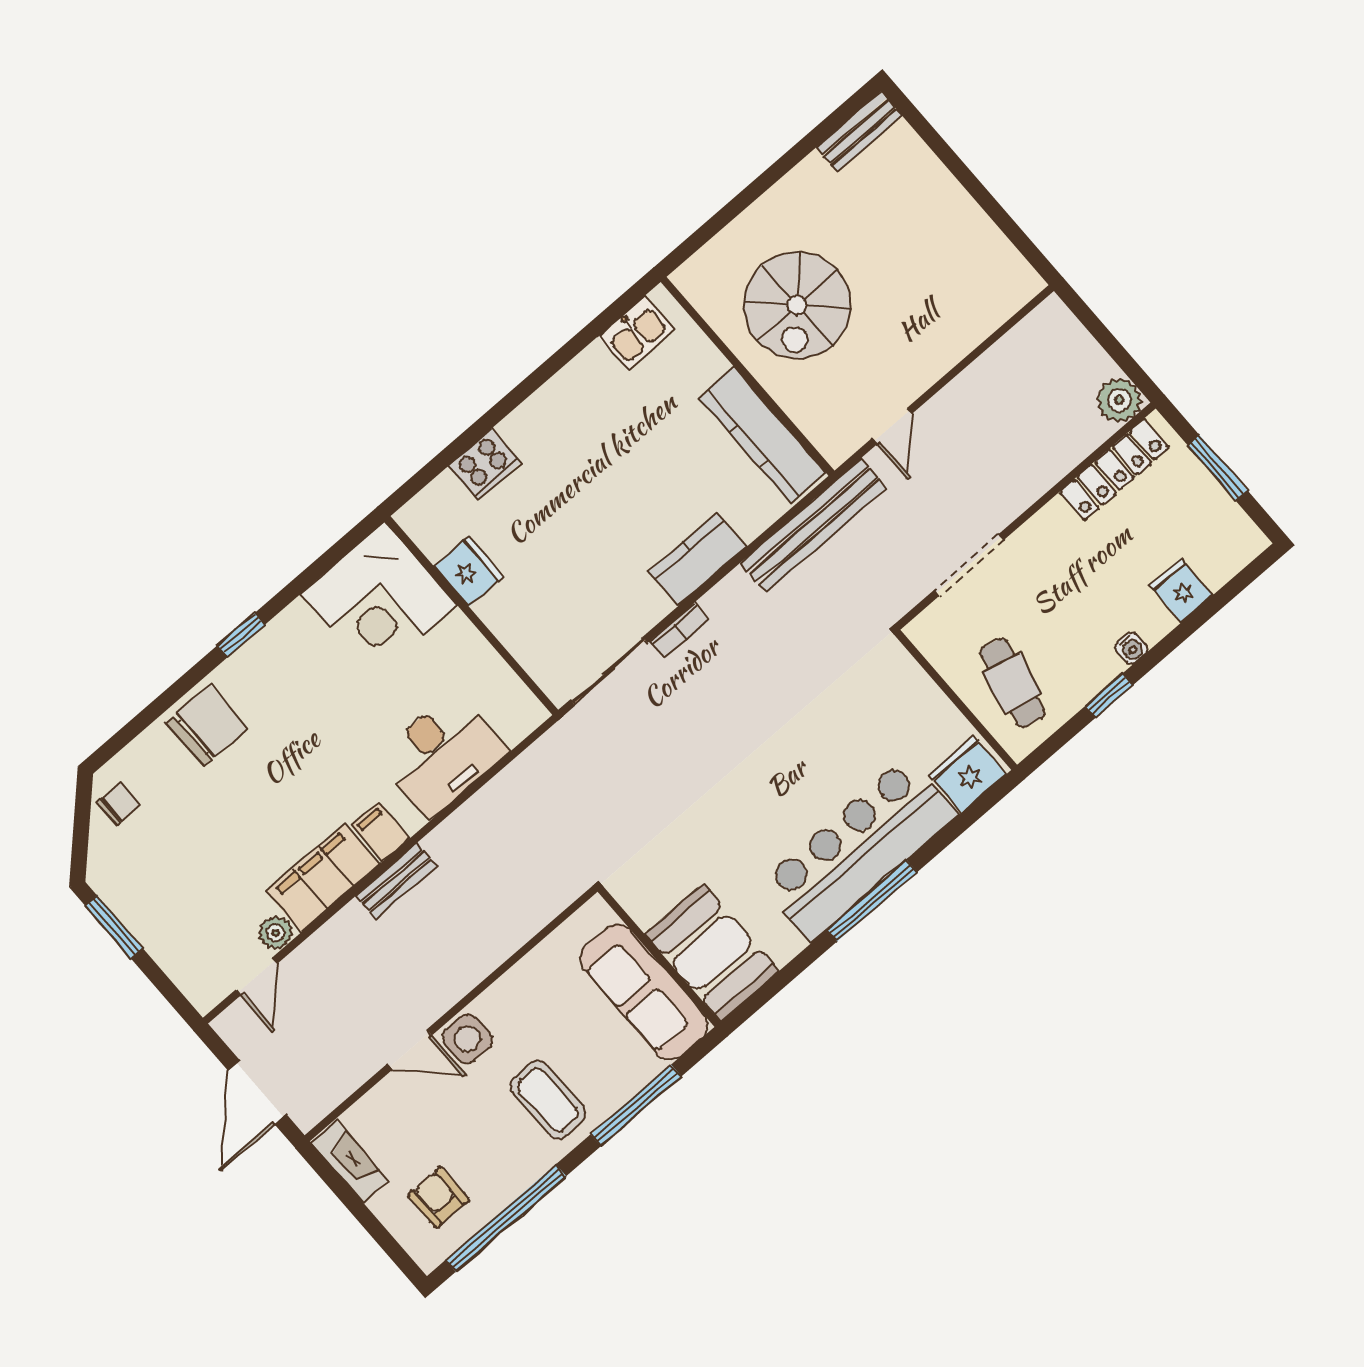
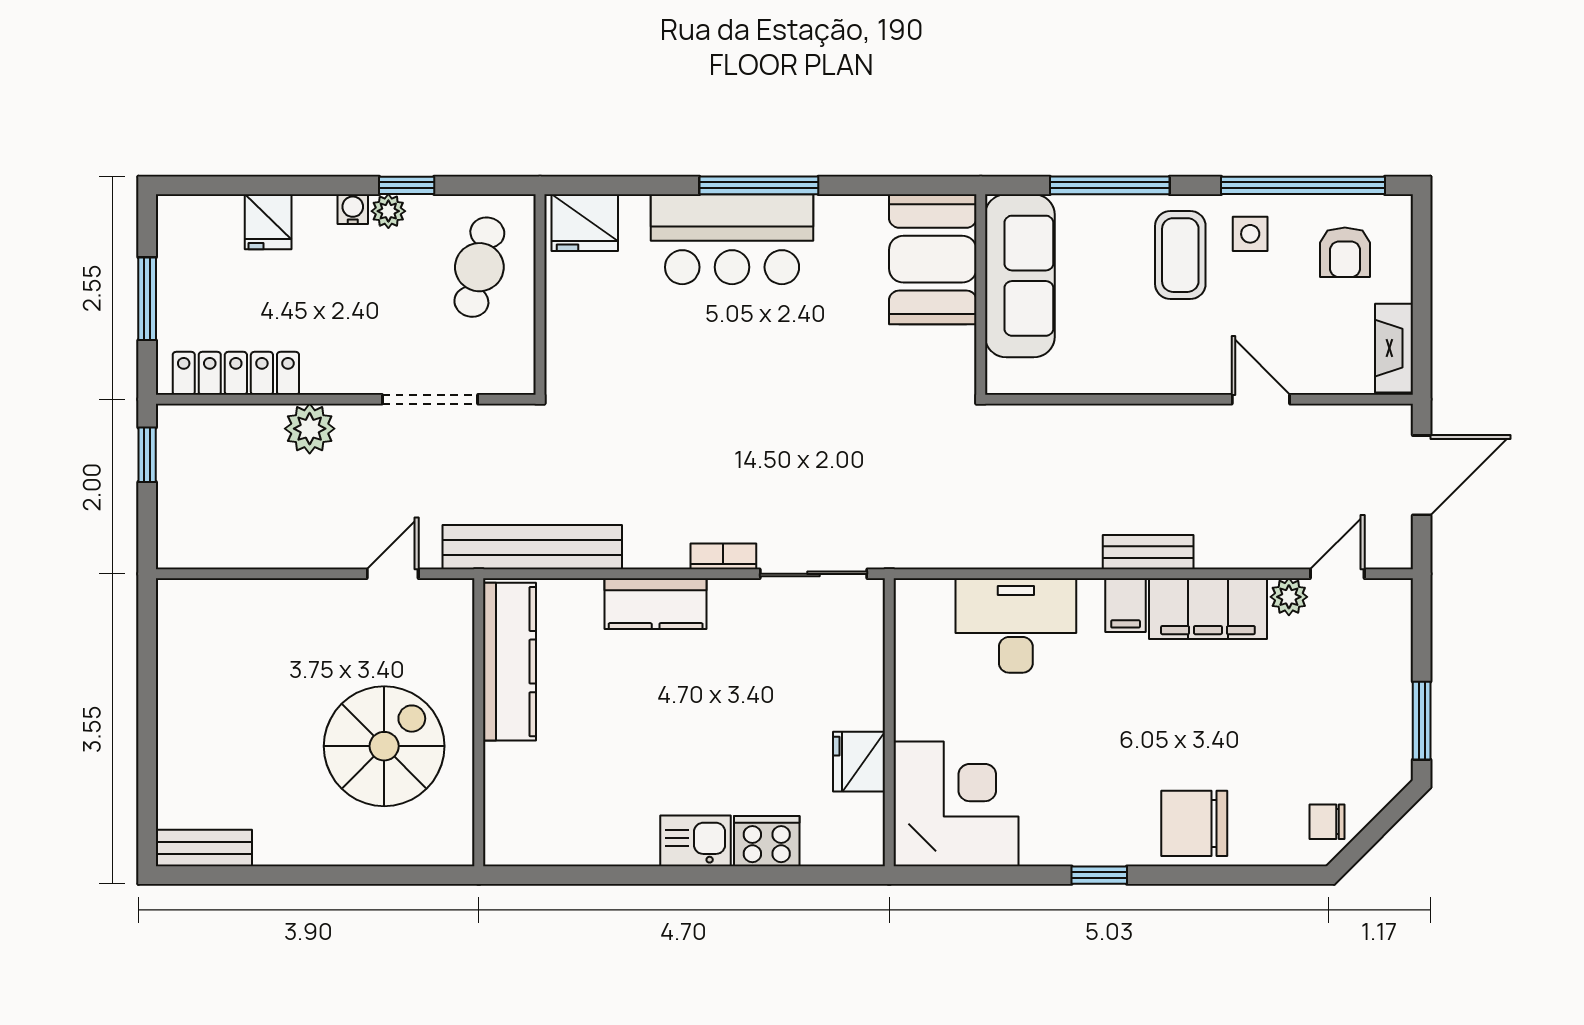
kitchen sink: (636, 333) -> (696, 841), moved
window: (1127, 363) -> (147, 455), added
plant: (1119, 400) -> (310, 429), moved
plant: (1106, 668) -> (388, 211), added
bar counter: (859, 849) -> (732, 239), width x0.73
side table: (467, 1039) -> (1250, 234), moved, width x0.73, depth x0.73

